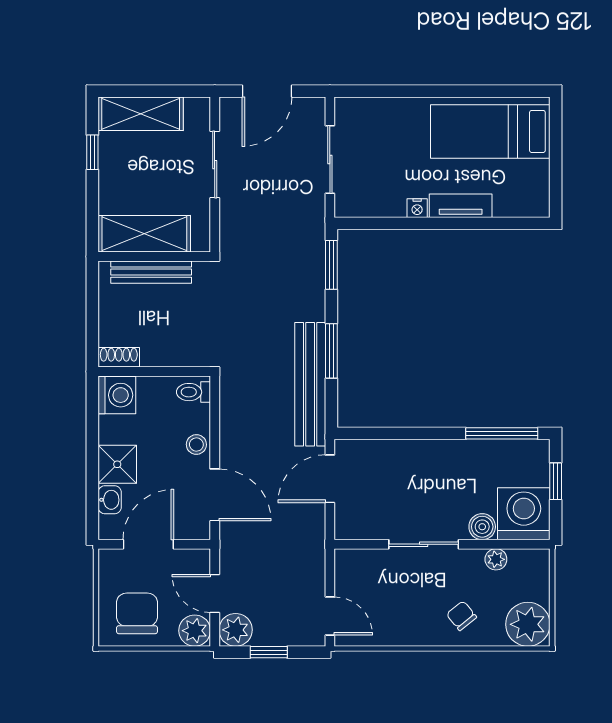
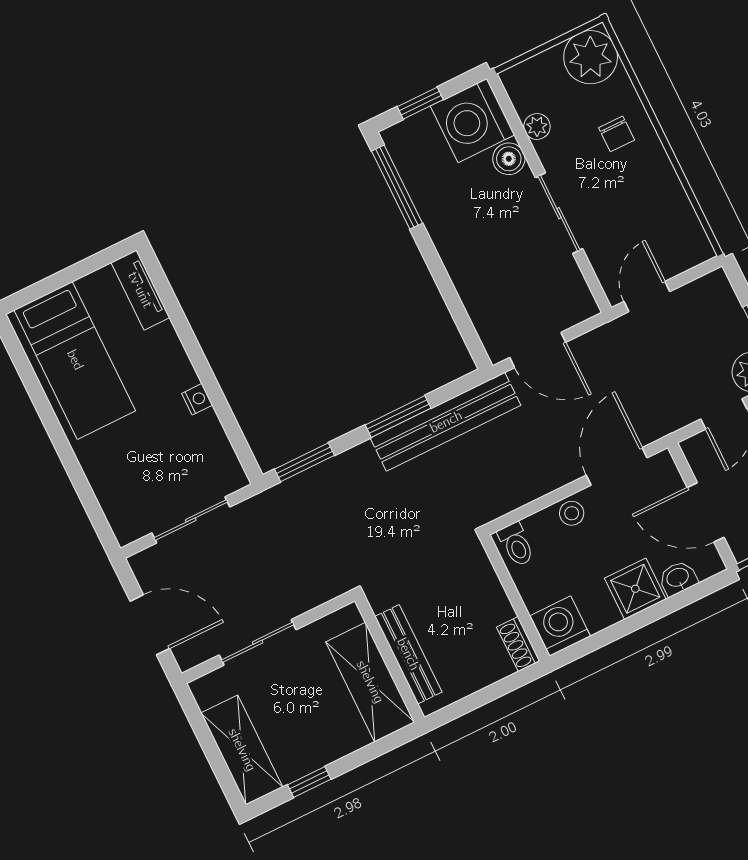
tv unit: (461, 206) -> (140, 290), moved
door: (330, 616) -> (647, 296), moved
chair: (461, 616) -> (617, 134), turned -51

